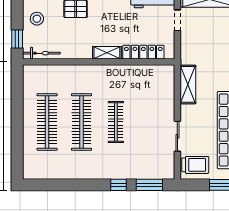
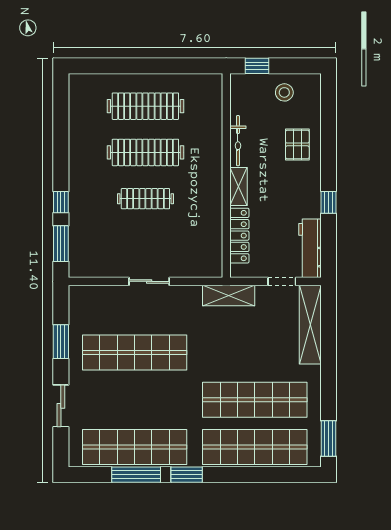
bicycle: (41, 53) -> (238, 141), moved
shelving: (188, 84) -> (229, 296), moved
sliding door: (177, 136) -> (149, 281), moved
trolley: (195, 165) -> (88, 305), removed

